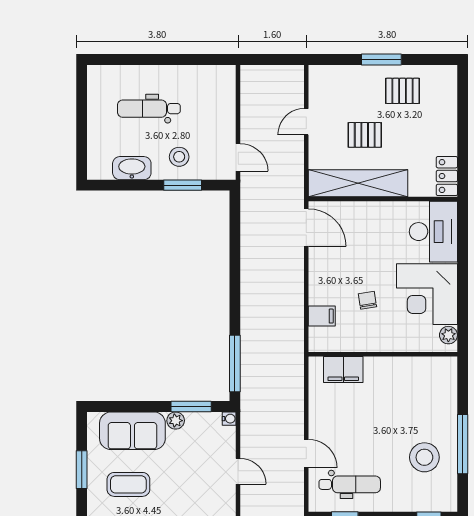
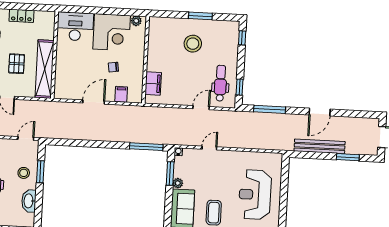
locker: (447, 176) -> (22, 16), moved
door: (306, 228) -> (94, 102), moved
window: (463, 444) -> (200, 16), width x0.69
stool: (424, 457) -> (193, 44), moved

